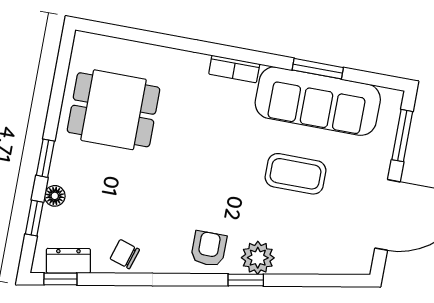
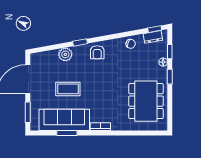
dining table: (113, 110) -> (146, 101), width x1.37
plant: (258, 258) -> (65, 54), moved

